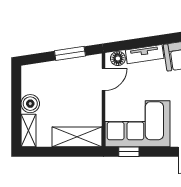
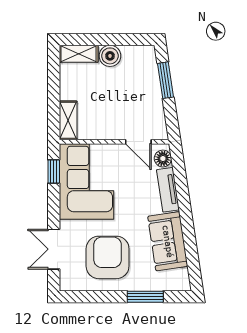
window: (70, 53) -> (165, 80), moved
shelving: (77, 137) -> (68, 120), width x0.67, depth x0.75

